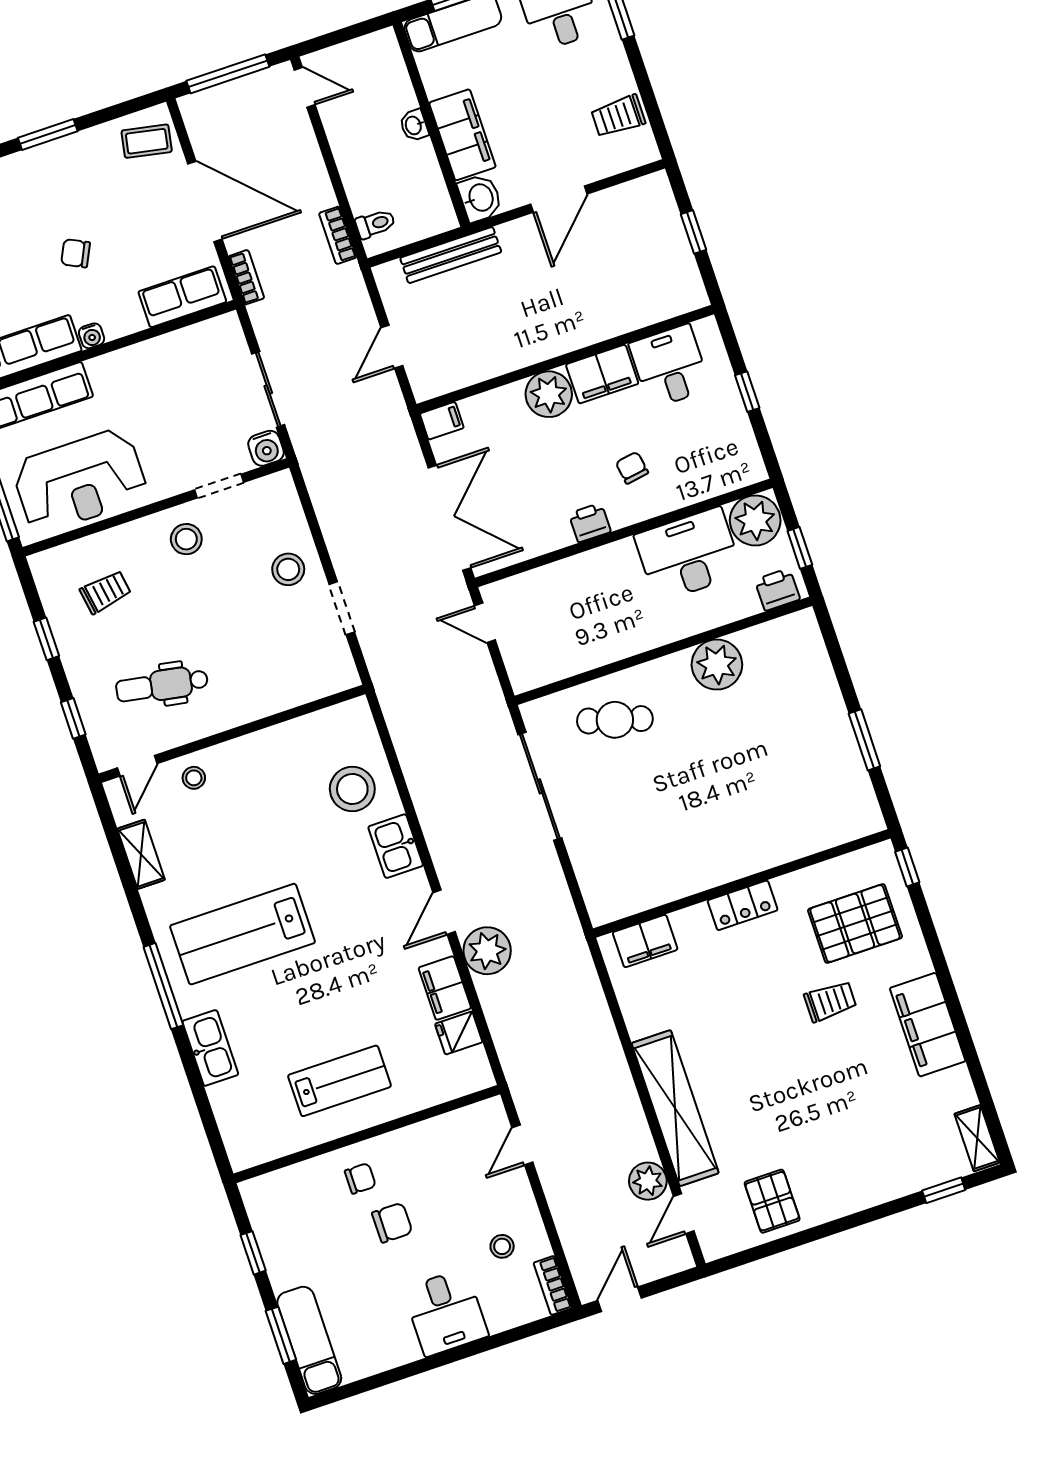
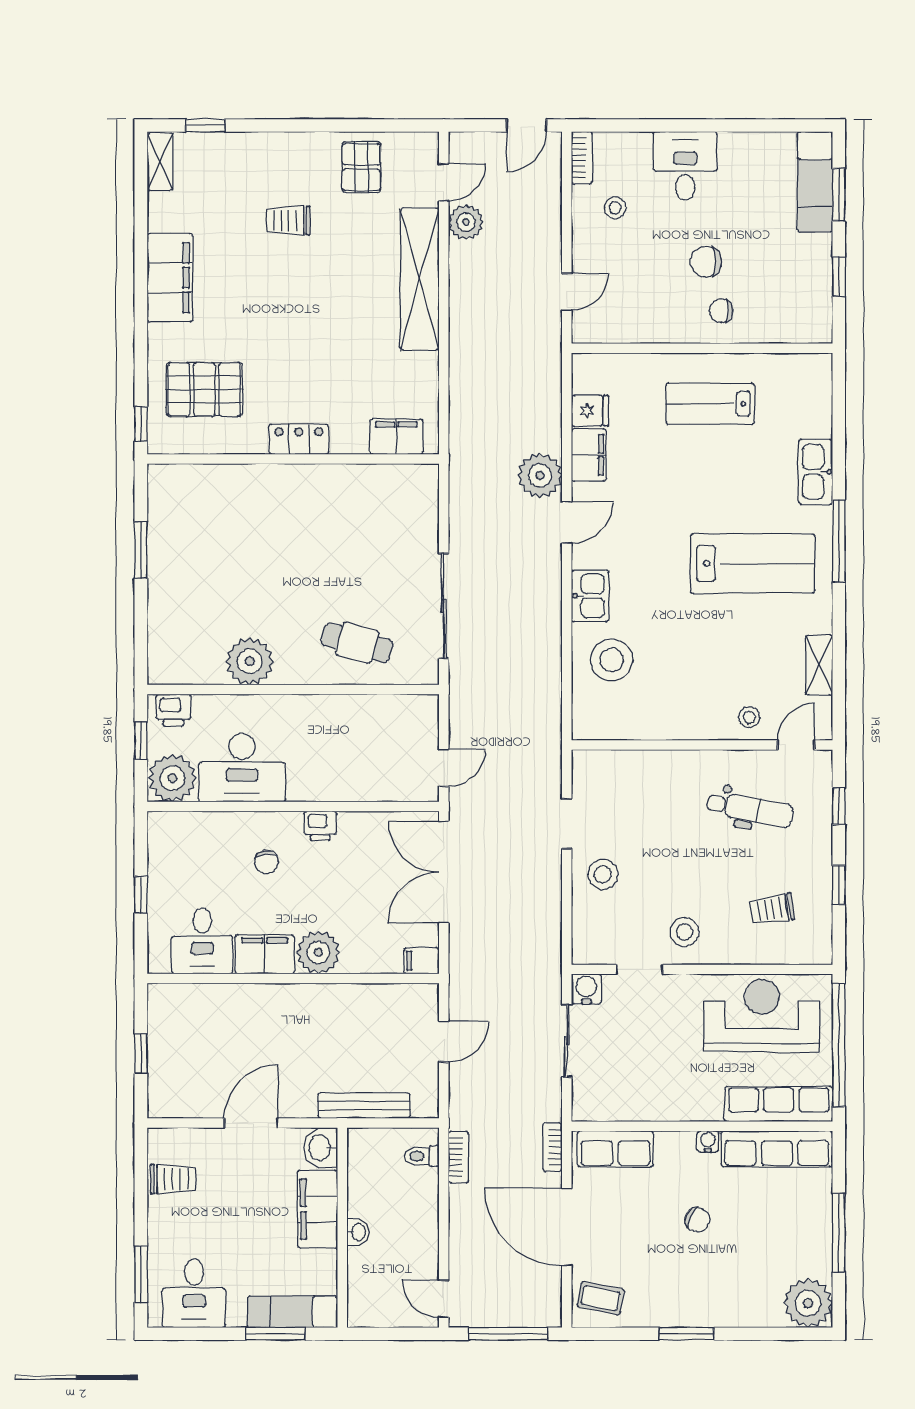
door: (485, 623) -> (444, 768), hinge flipped
trolley: (830, 1001) -> (288, 221), moved

